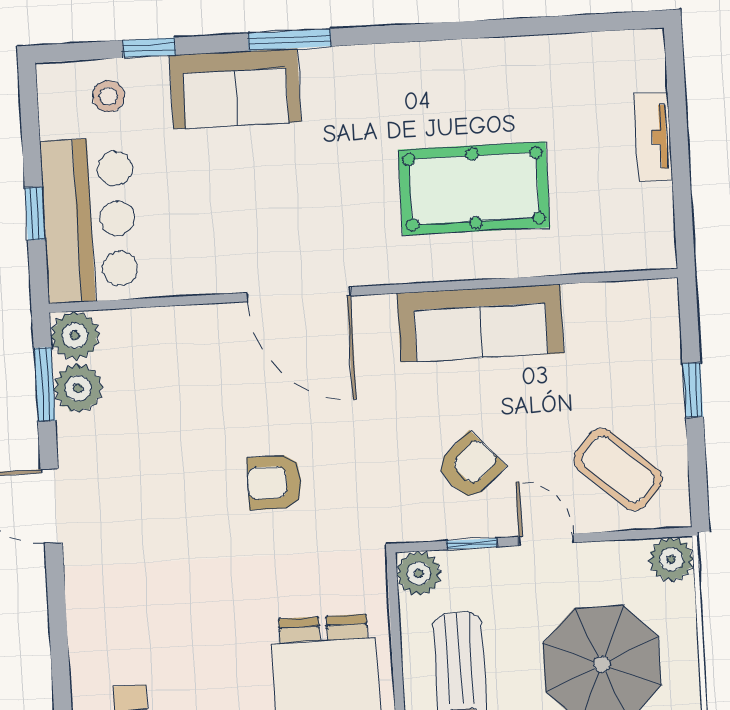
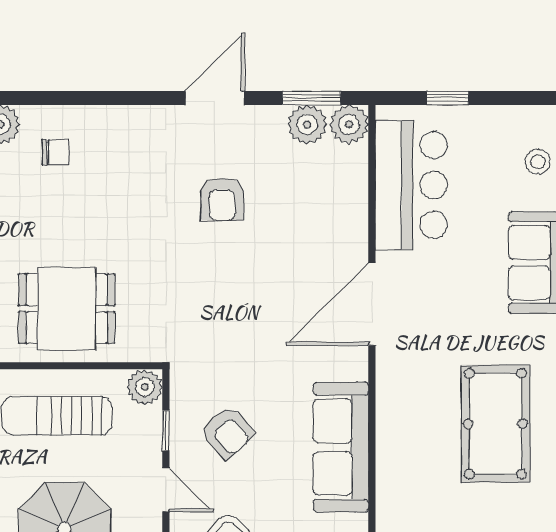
pool table: (474, 189) -> (495, 424), moved
bar counter: (89, 220) -> (411, 185), moved, turned -90
armchair: (275, 482) -> (222, 199), moved, turned 180
door: (546, 540) -> (166, 490), hinge flipped

